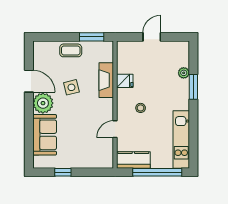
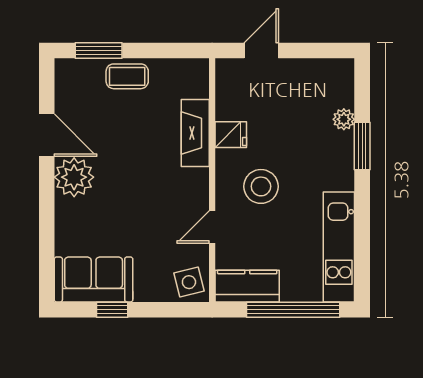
window: (92, 37) -> (99, 50), moved
door: (152, 37) -> (261, 50), moved
side table: (71, 87) -> (189, 282), moved
stool: (141, 108) -> (261, 186), width x1.89, depth x1.89
sofa: (45, 135) -> (94, 279), moved, turned -90

